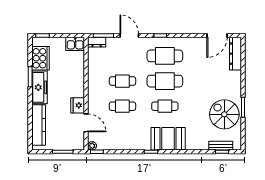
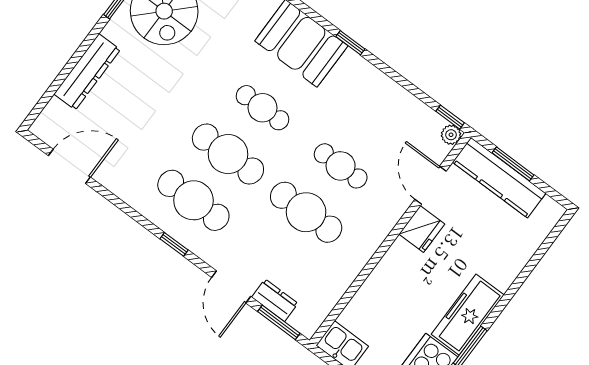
dresser: (97, 42) -> (275, 300), moved
dresser: (235, 54) -> (87, 72), moved
cafe table: (122, 81) -> (306, 212), width x1.37, depth x1.35
kitchen counter: (39, 125) -> (499, 178), moved, turned -90

